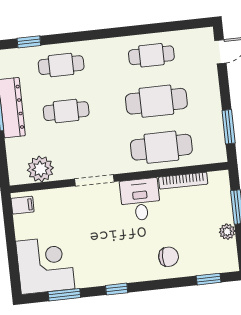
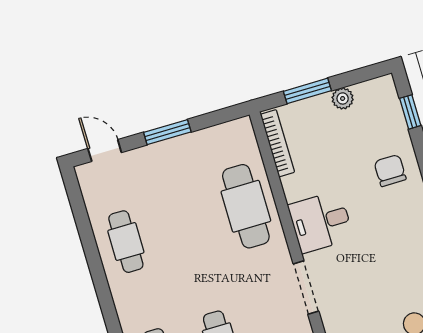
cafe table: (156, 101) -> (186, 224), removed
window: (229, 127) -> (167, 132), moved
bookcase: (183, 181) -> (277, 143), moved

